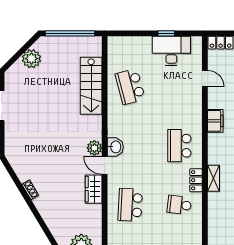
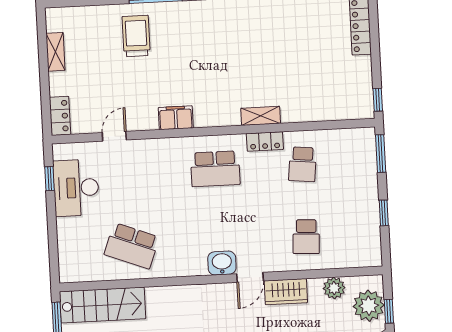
window: (166, 33) -> (50, 179), moved
stairs: (91, 86) -> (103, 305), moved
school desk: (130, 87) -> (132, 246), turned 36
plant: (94, 148) -> (334, 288), moved
school desk: (130, 205) -> (306, 237), width x0.54

